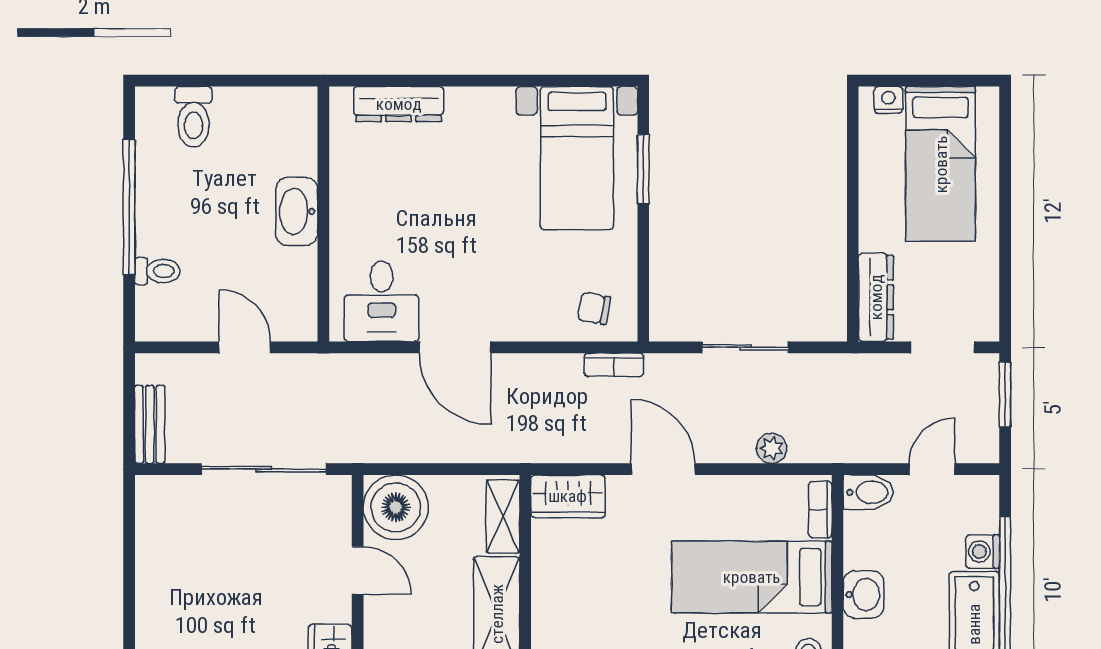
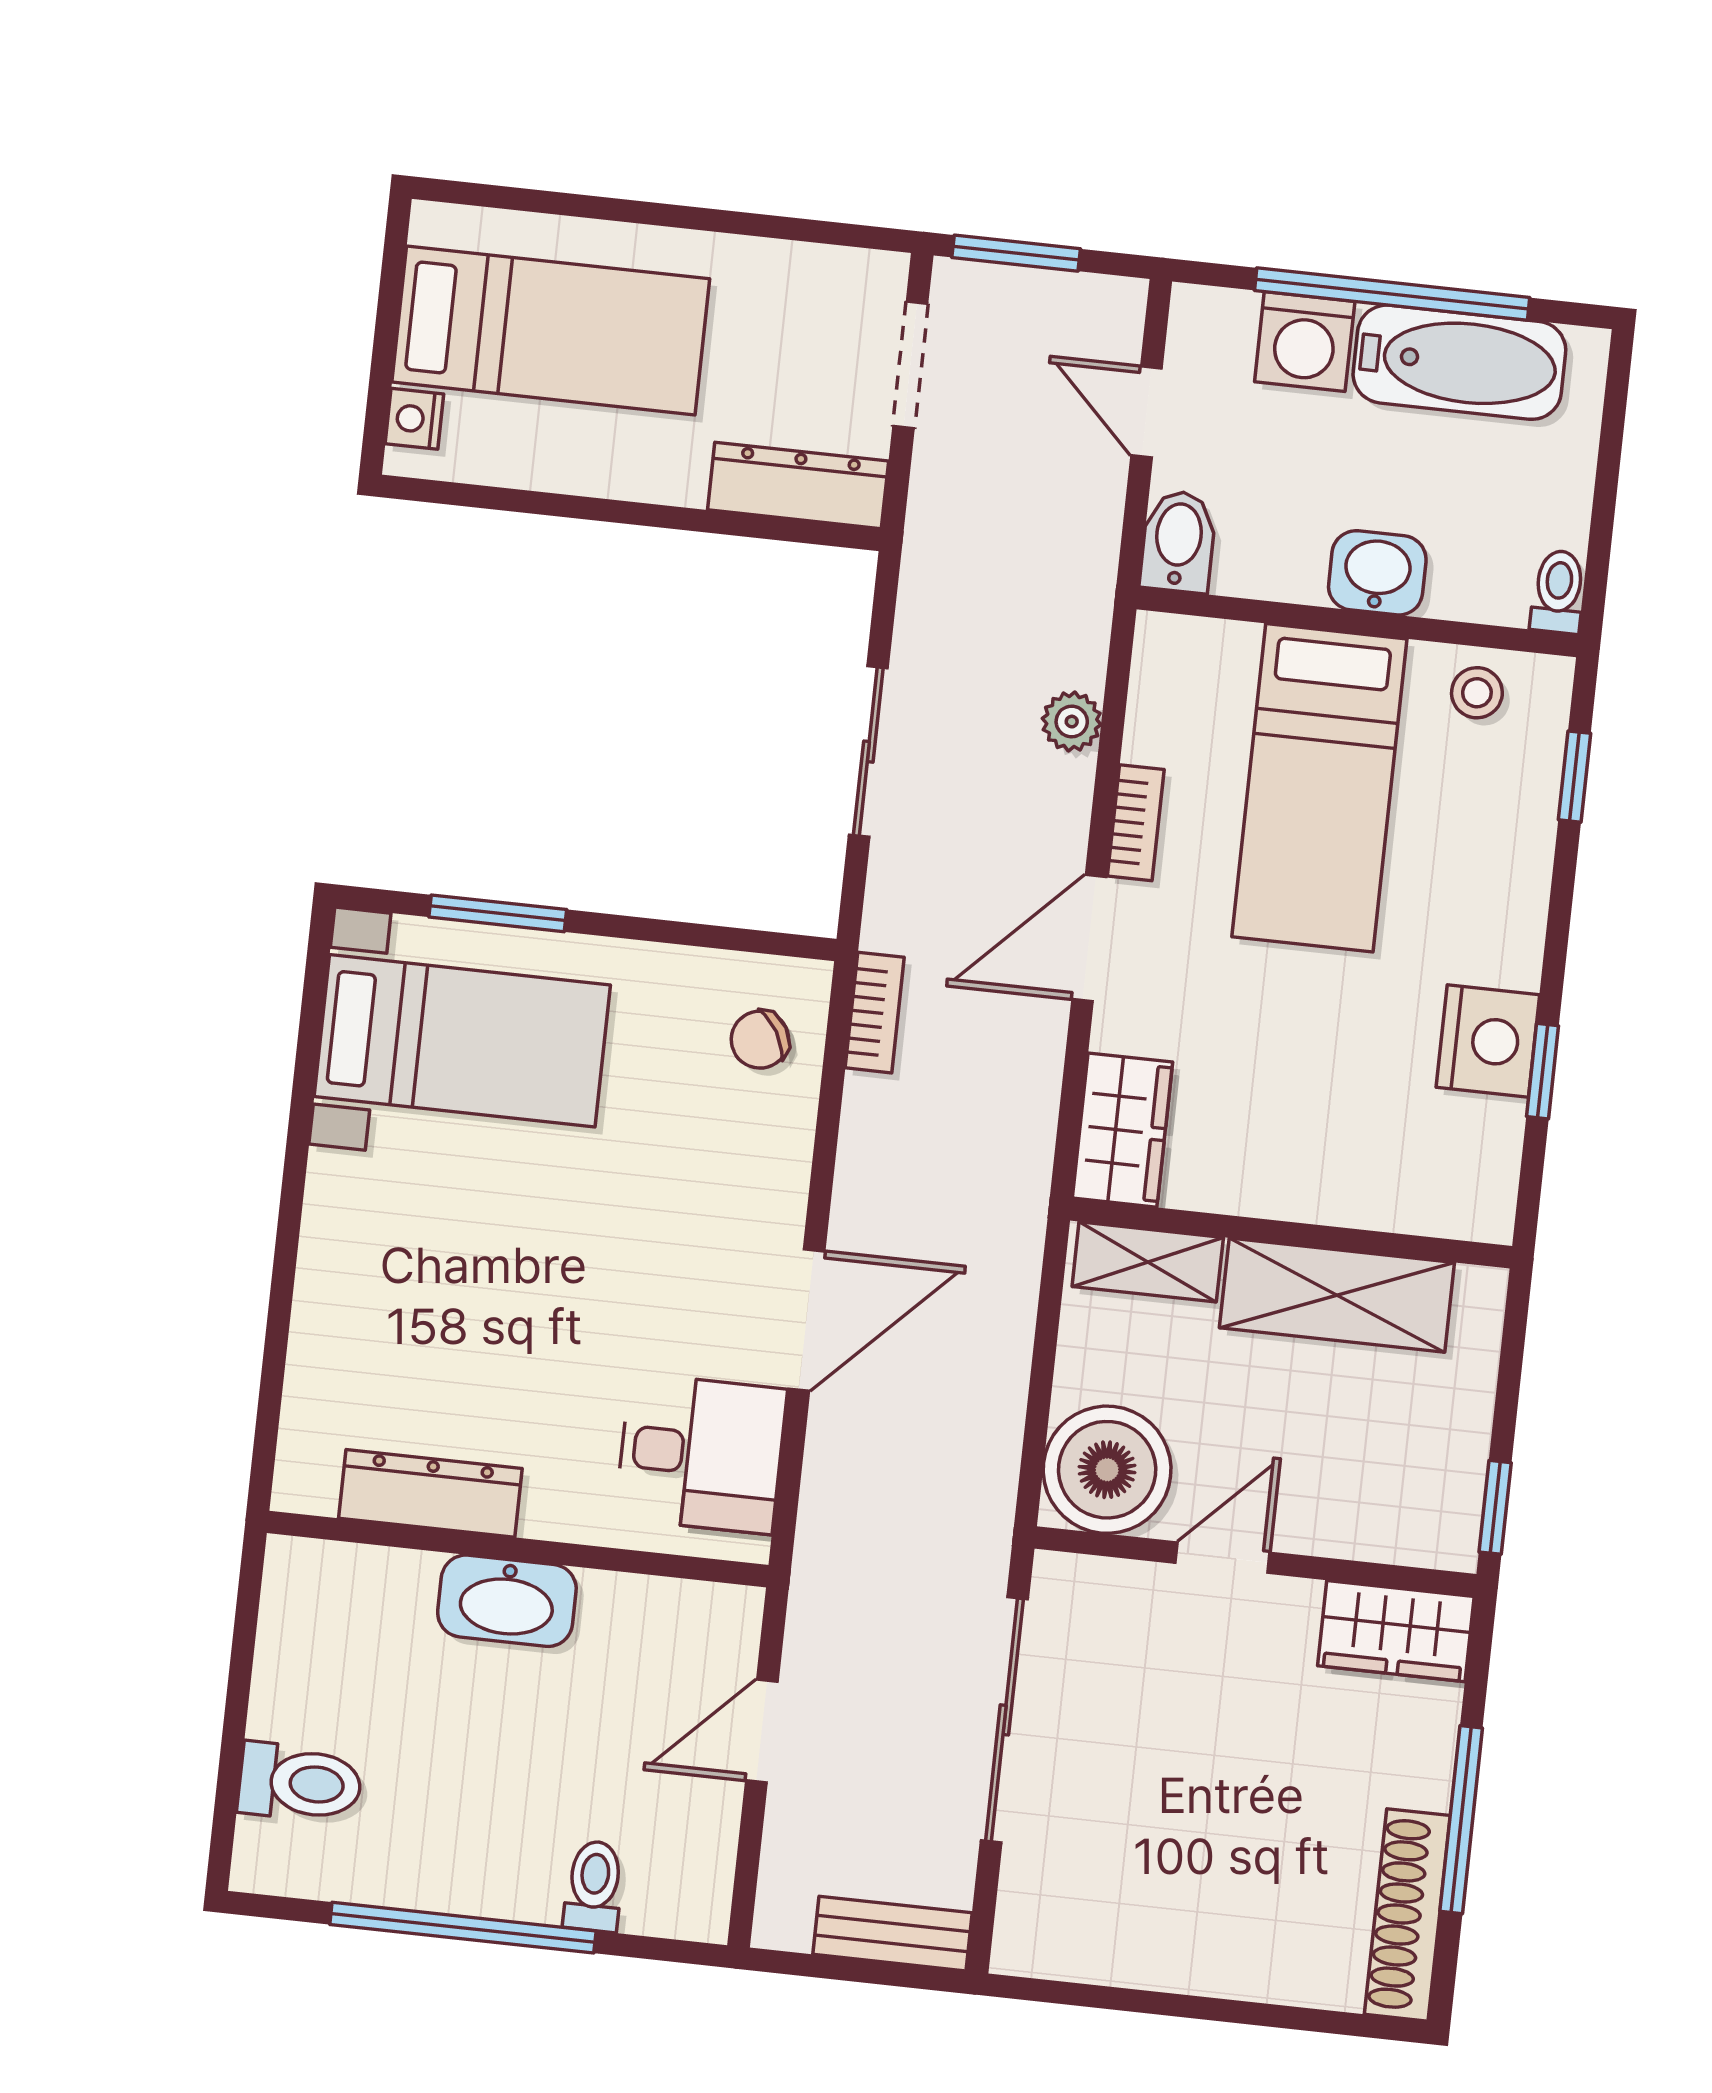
dresser: (399, 104) -> (430, 1493), moved, turned -90
chair: (594, 308) -> (760, 1040), turned 49
bookcase: (820, 510) -> (1136, 823), moved, turned -90
washing machine: (983, 552) -> (1305, 342), width x1.38, depth x1.38

